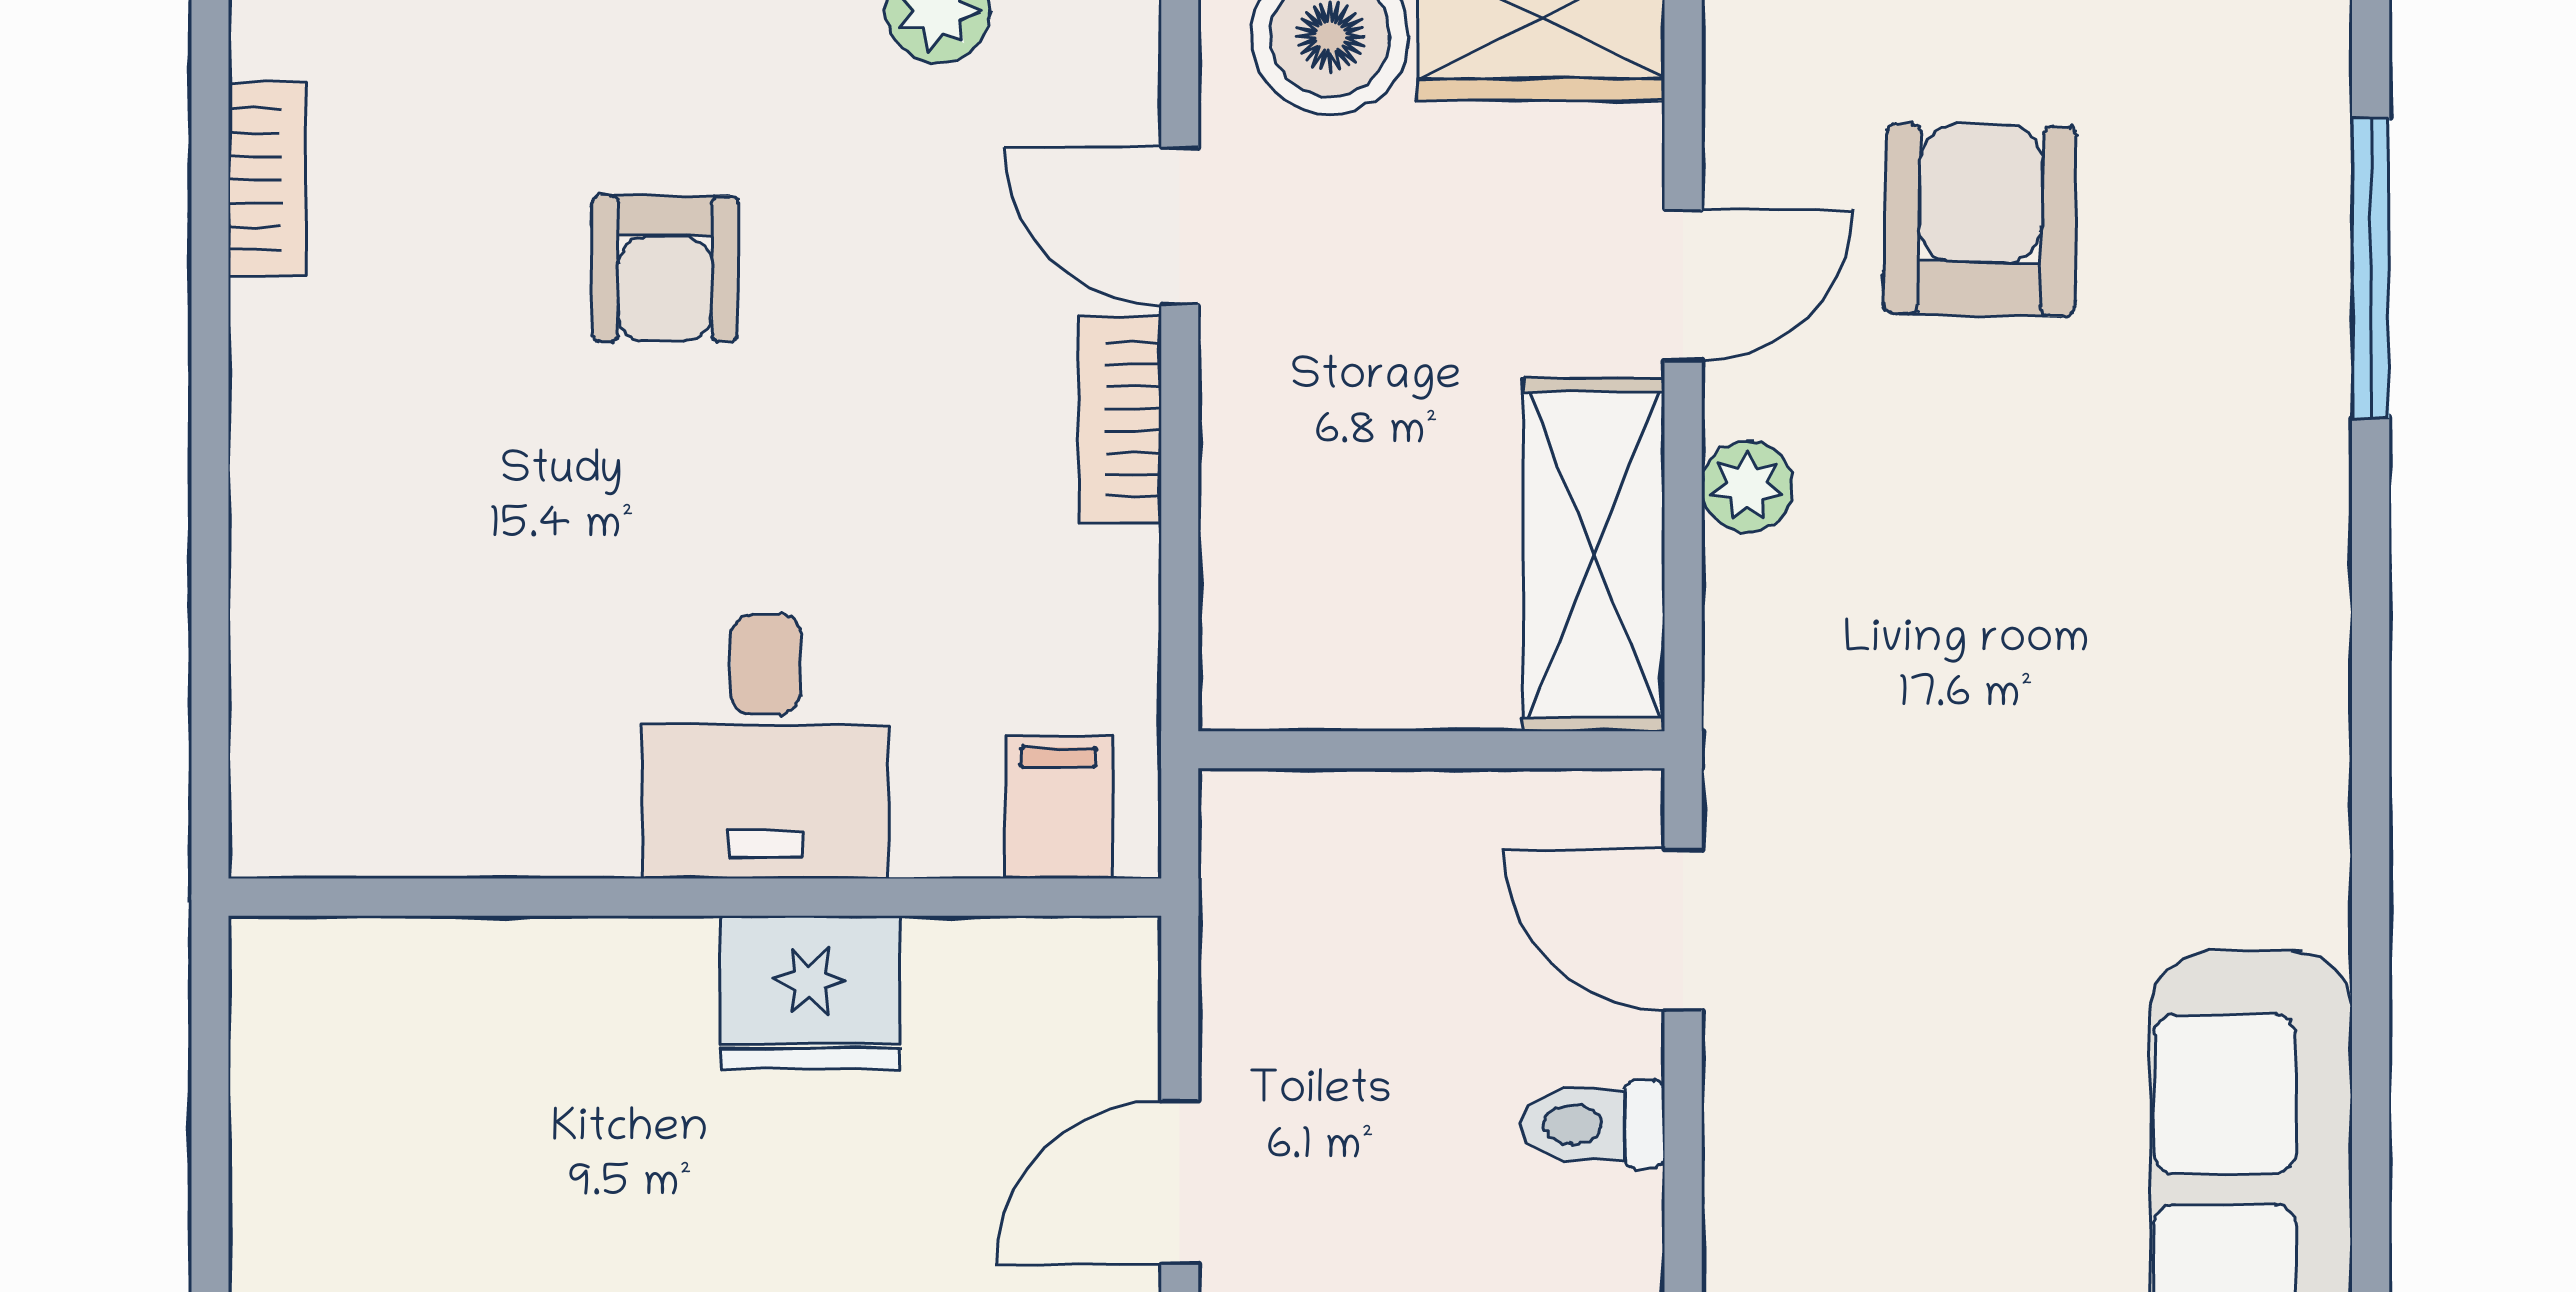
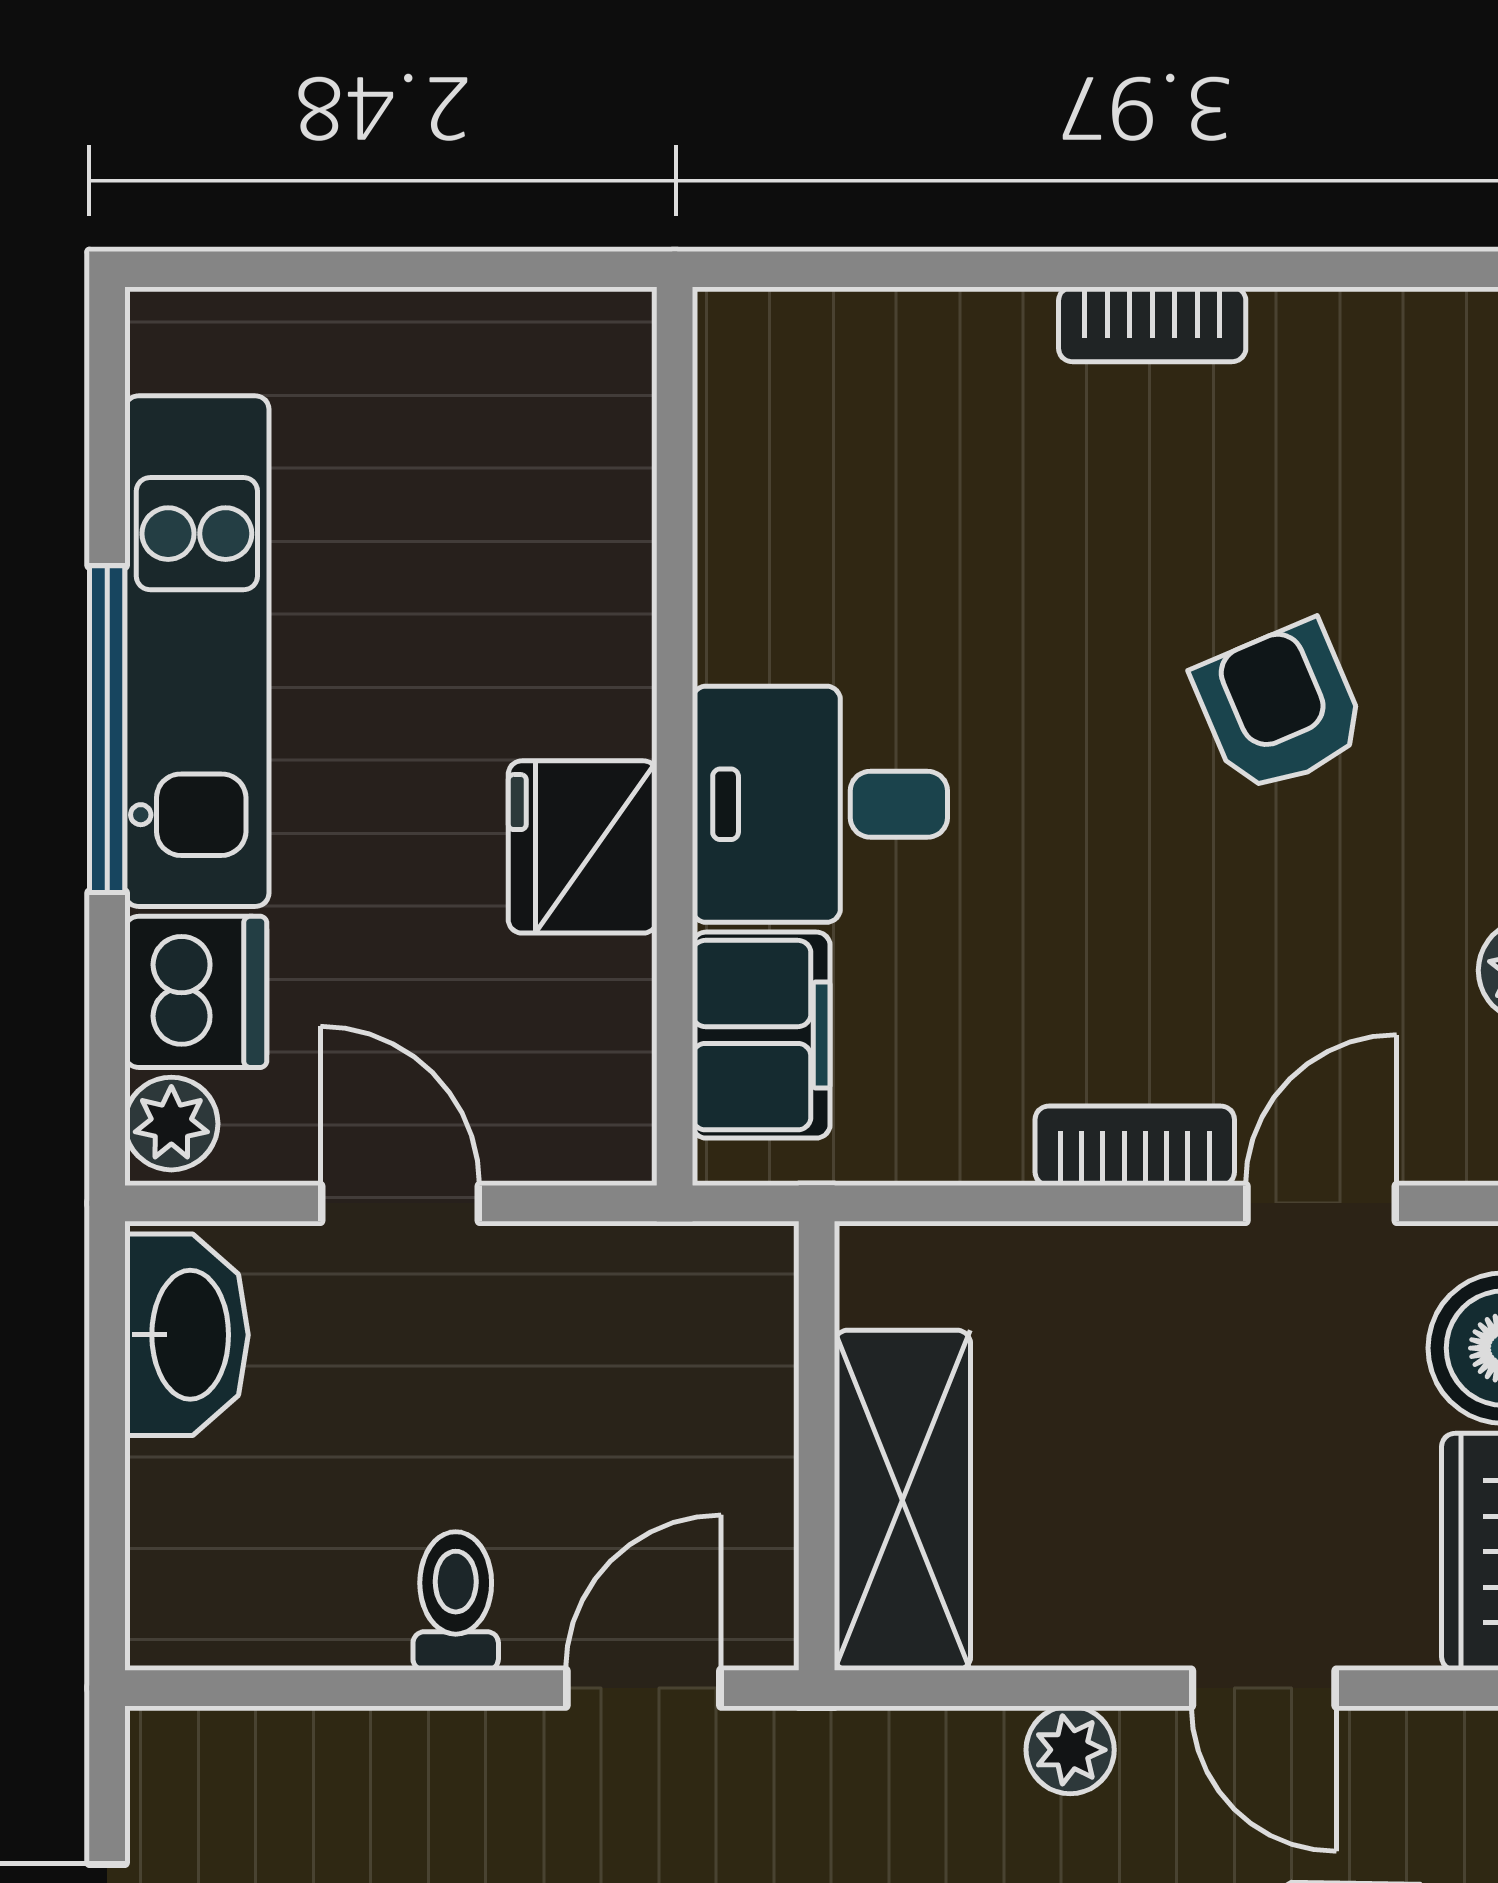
bookcase: (267, 180) -> (1152, 324), moved
armchair: (665, 269) -> (1280, 707), turned 67
shelving: (1594, 555) -> (902, 1500), moved, turned 90
filing cabinet: (1059, 807) -> (761, 1035), width x2.00

